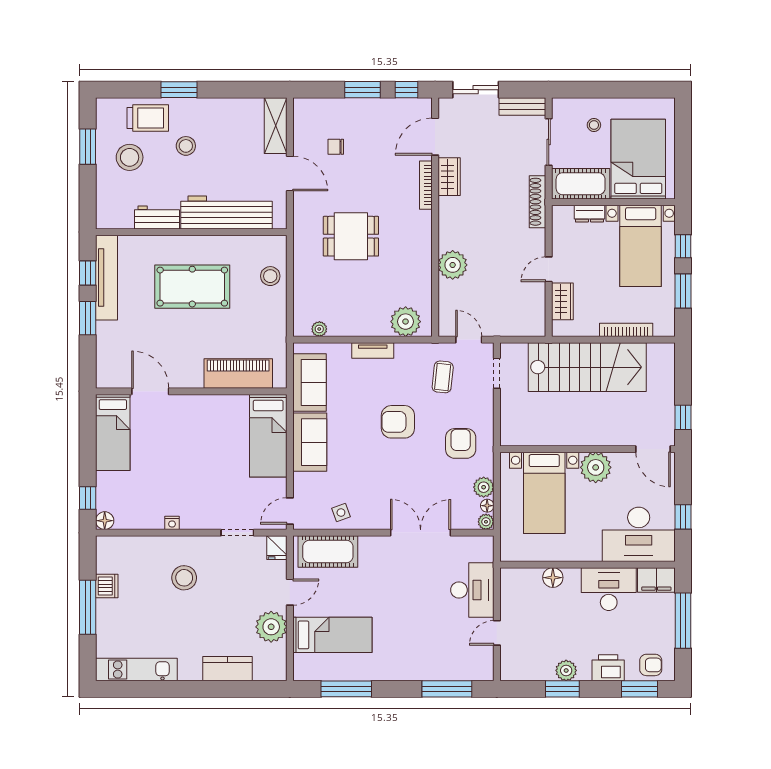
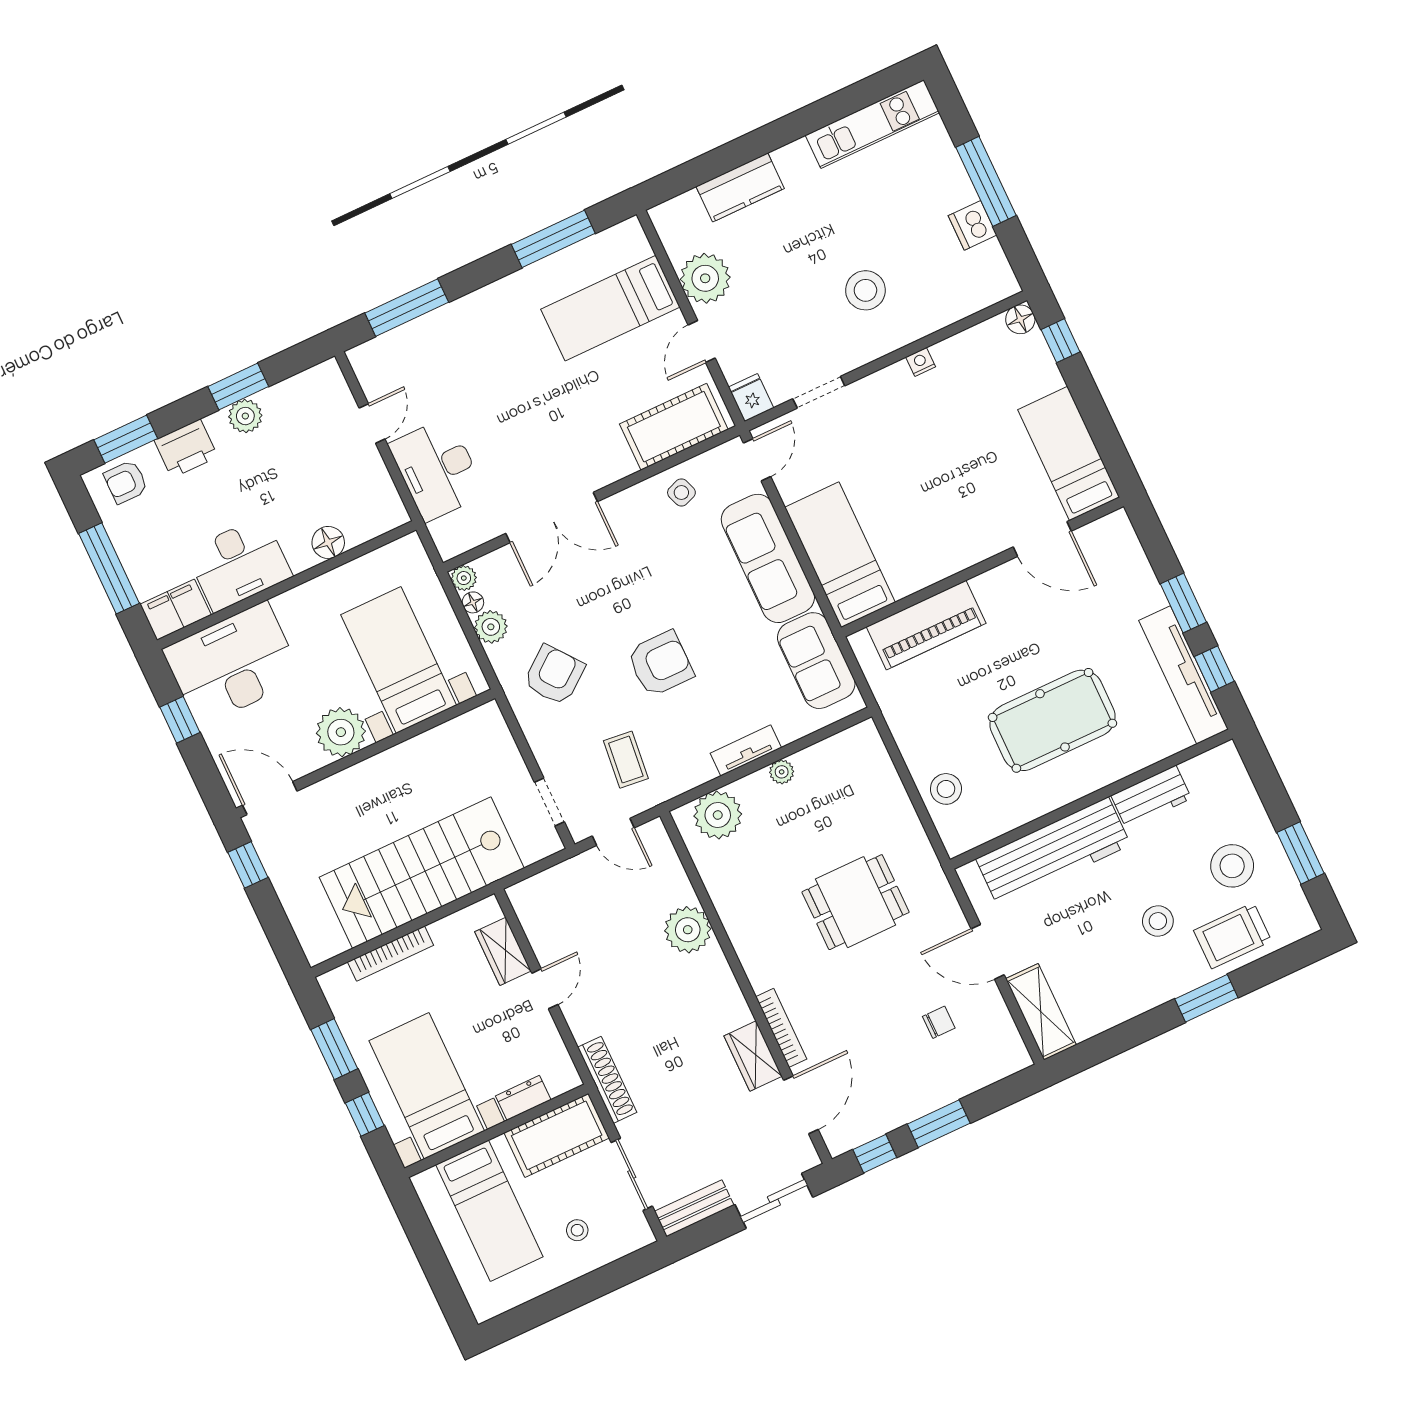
bed: (638, 159) -> (489, 1211), width x0.67
plant: (319, 329) -> (782, 772), moved
sofa: (310, 442) -> (768, 558), width x1.36
armchair: (461, 443) -> (554, 675), turned -128

